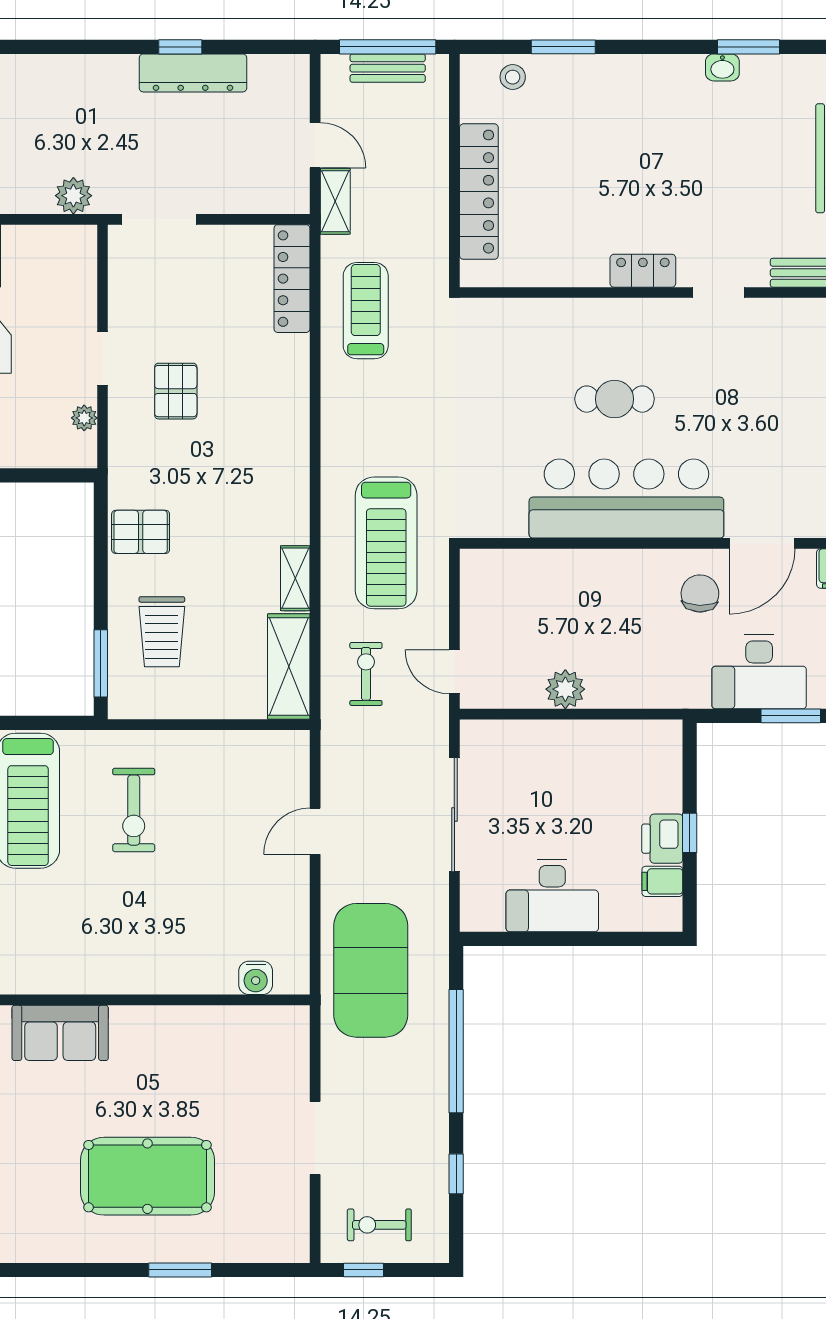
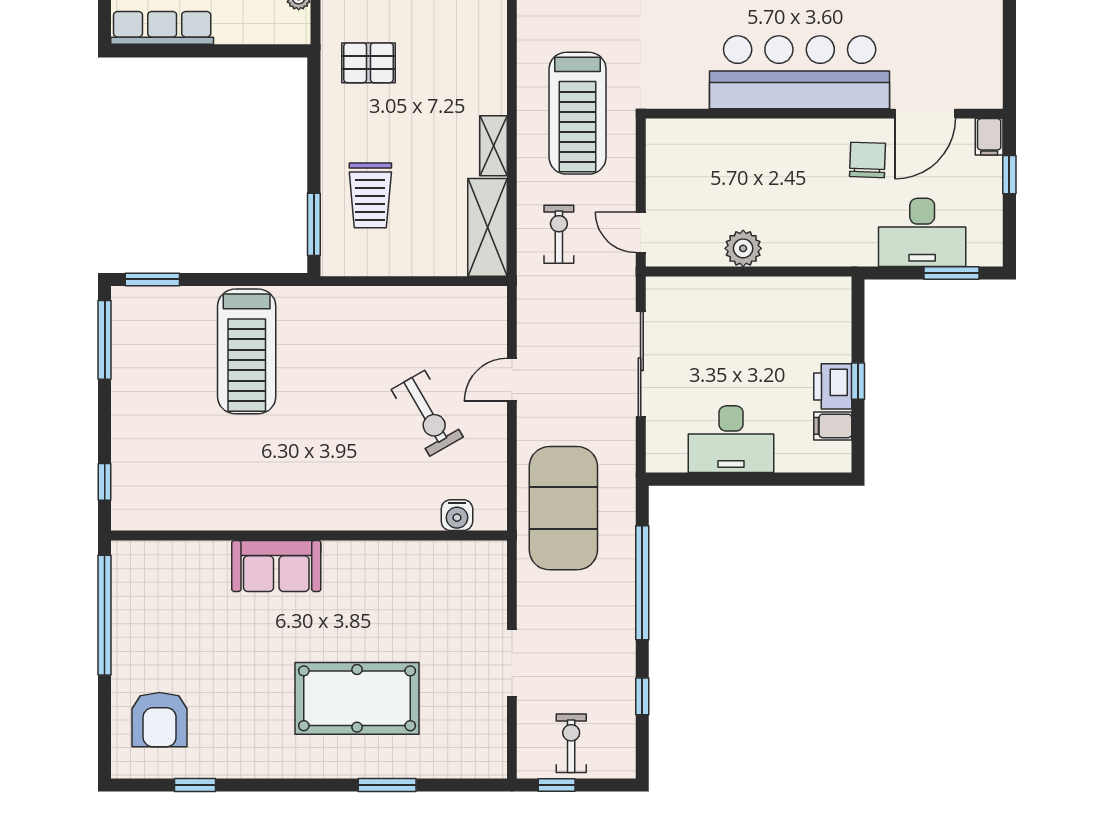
pallet: (141, 532) -> (369, 63), moved
exercise bike: (134, 810) -> (427, 413), moved, turned -30
exercise bike: (379, 1225) -> (571, 743), turned 90

